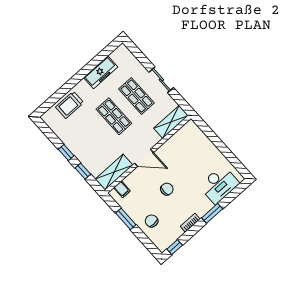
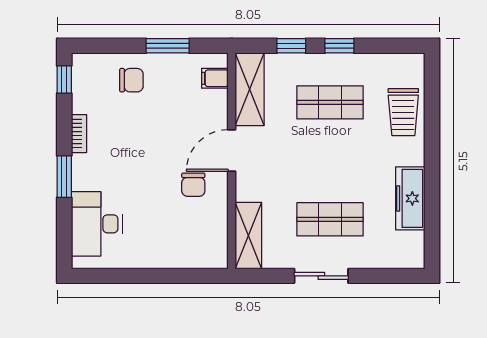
trolley: (70, 105) -> (403, 112), turned 180
shop shelf: (114, 116) -> (330, 102), moved
chair: (167, 189) -> (193, 185), moved

